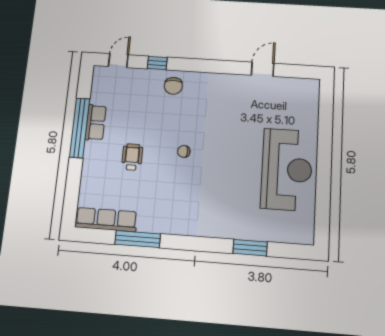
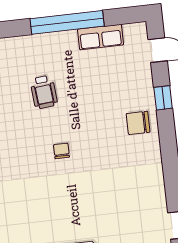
row of seats: (95, 122) -> (100, 37), moved
wheelchair: (132, 157) -> (44, 92), turned 85

